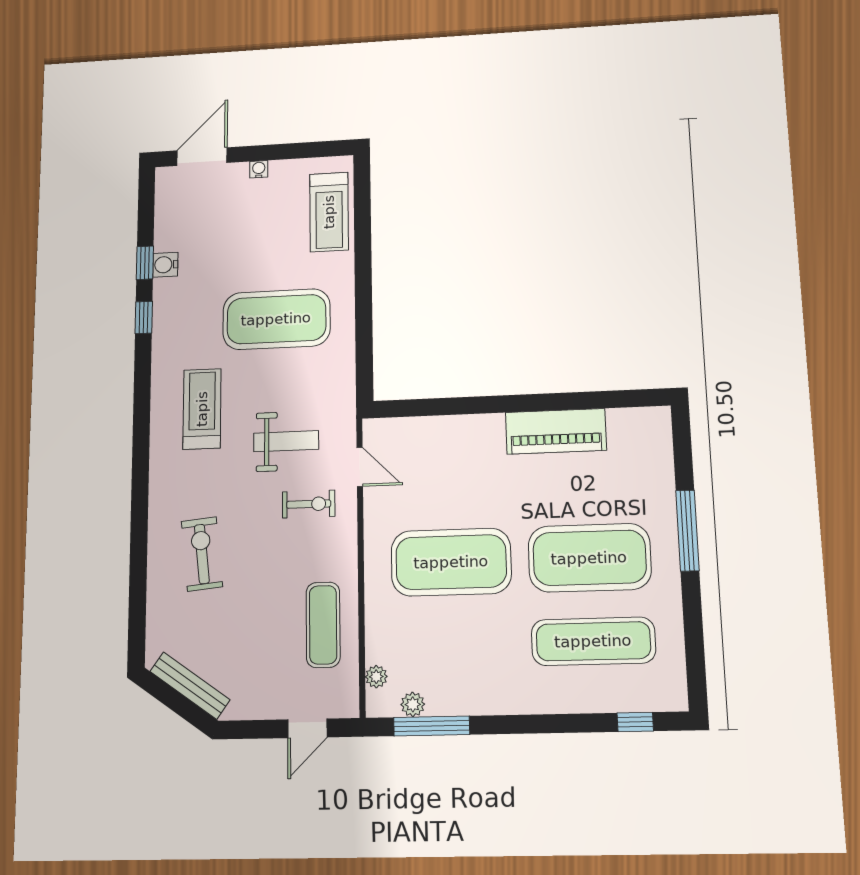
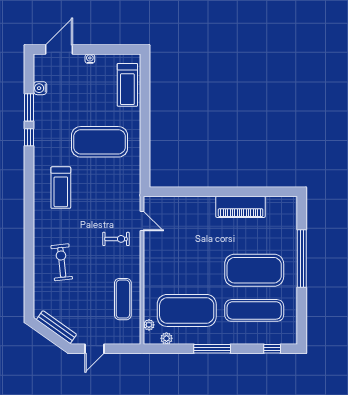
window: (145, 263) -> (29, 107), width x1.50
water cooler: (165, 265) -> (40, 88), moved
treadmill: (202, 409) -> (61, 188), turned 180
weight bench: (286, 441) -> (105, 206), removed
window: (687, 531) -> (302, 259), width x1.46
exercise mat: (451, 562) -> (187, 310), moved
window: (432, 726) -> (212, 349), moved
door: (307, 728) -> (95, 349), moved

